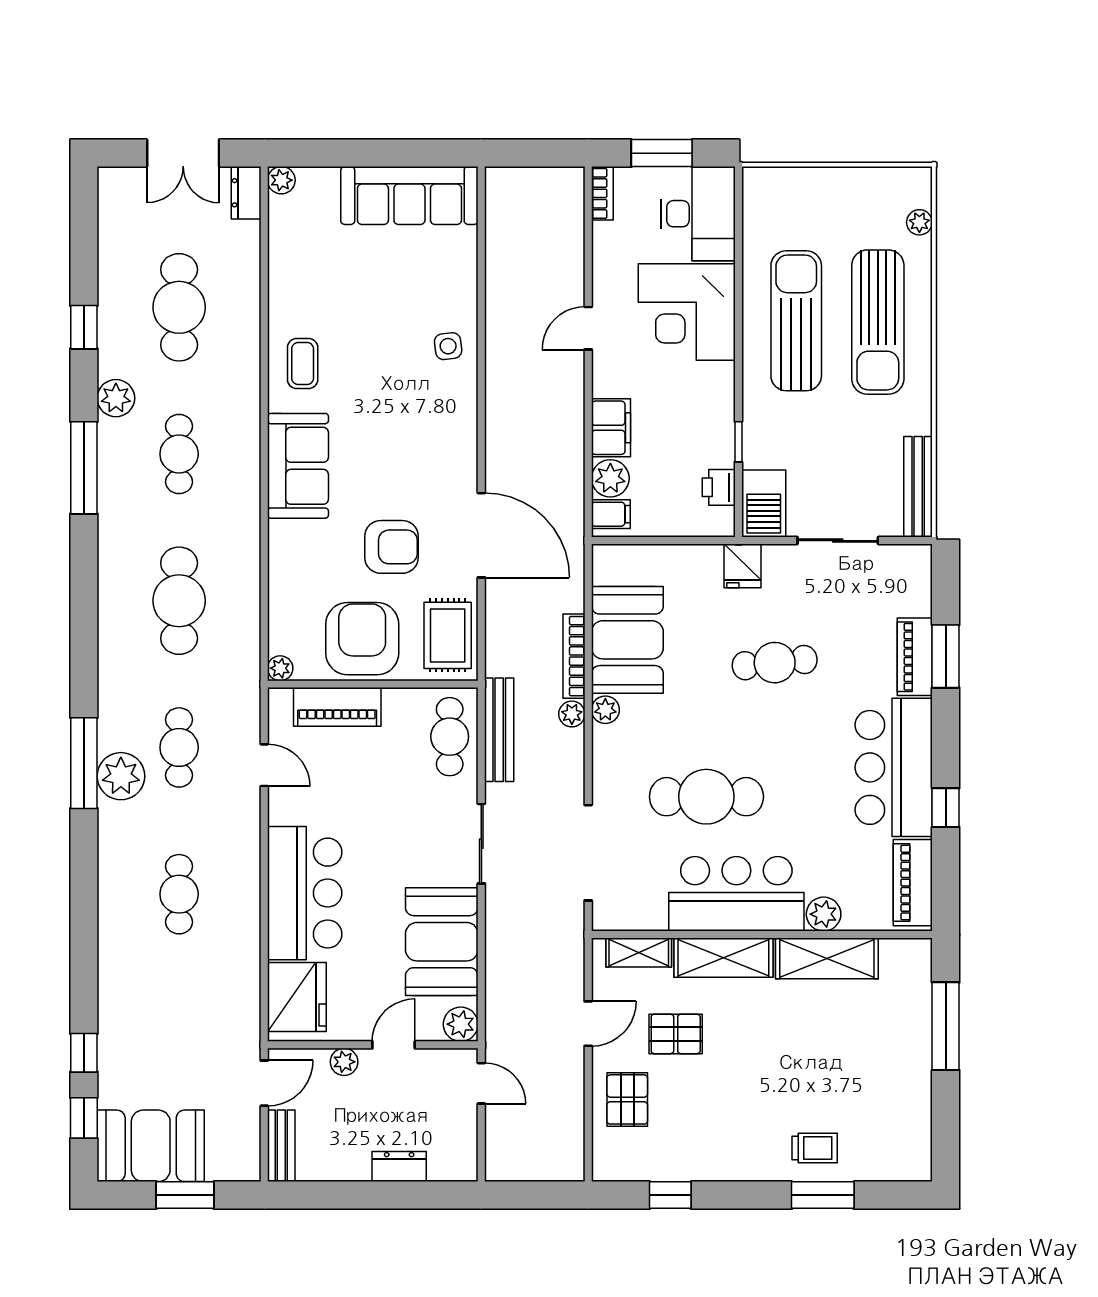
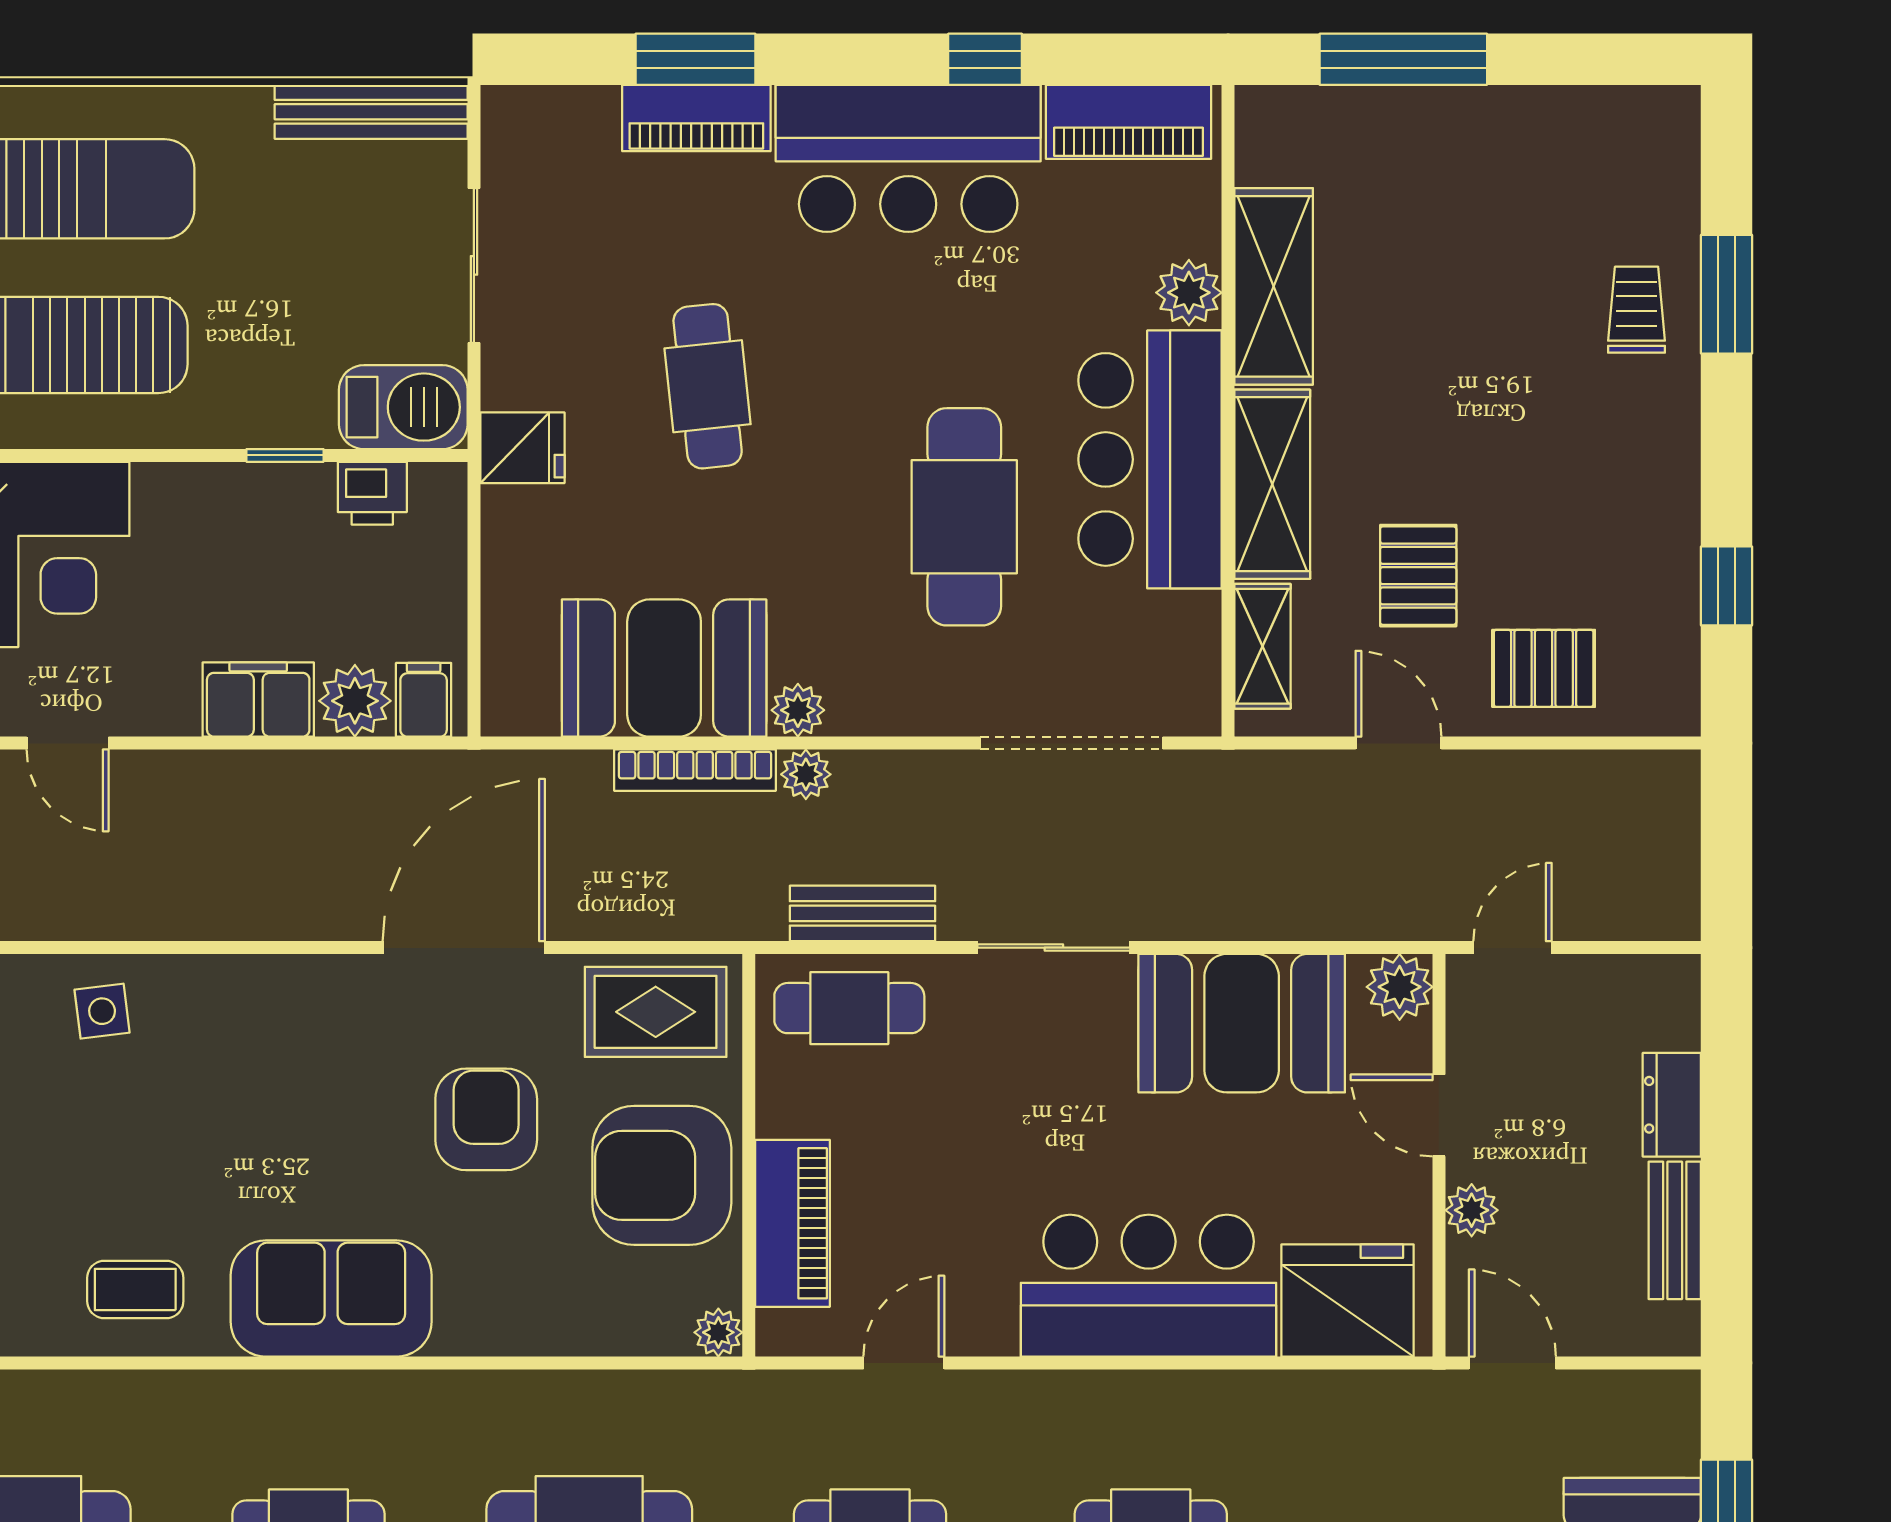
bench: (499, 730) -> (863, 913), width x0.73
bench: (281, 1146) -> (1675, 1230), moved, turned 90

